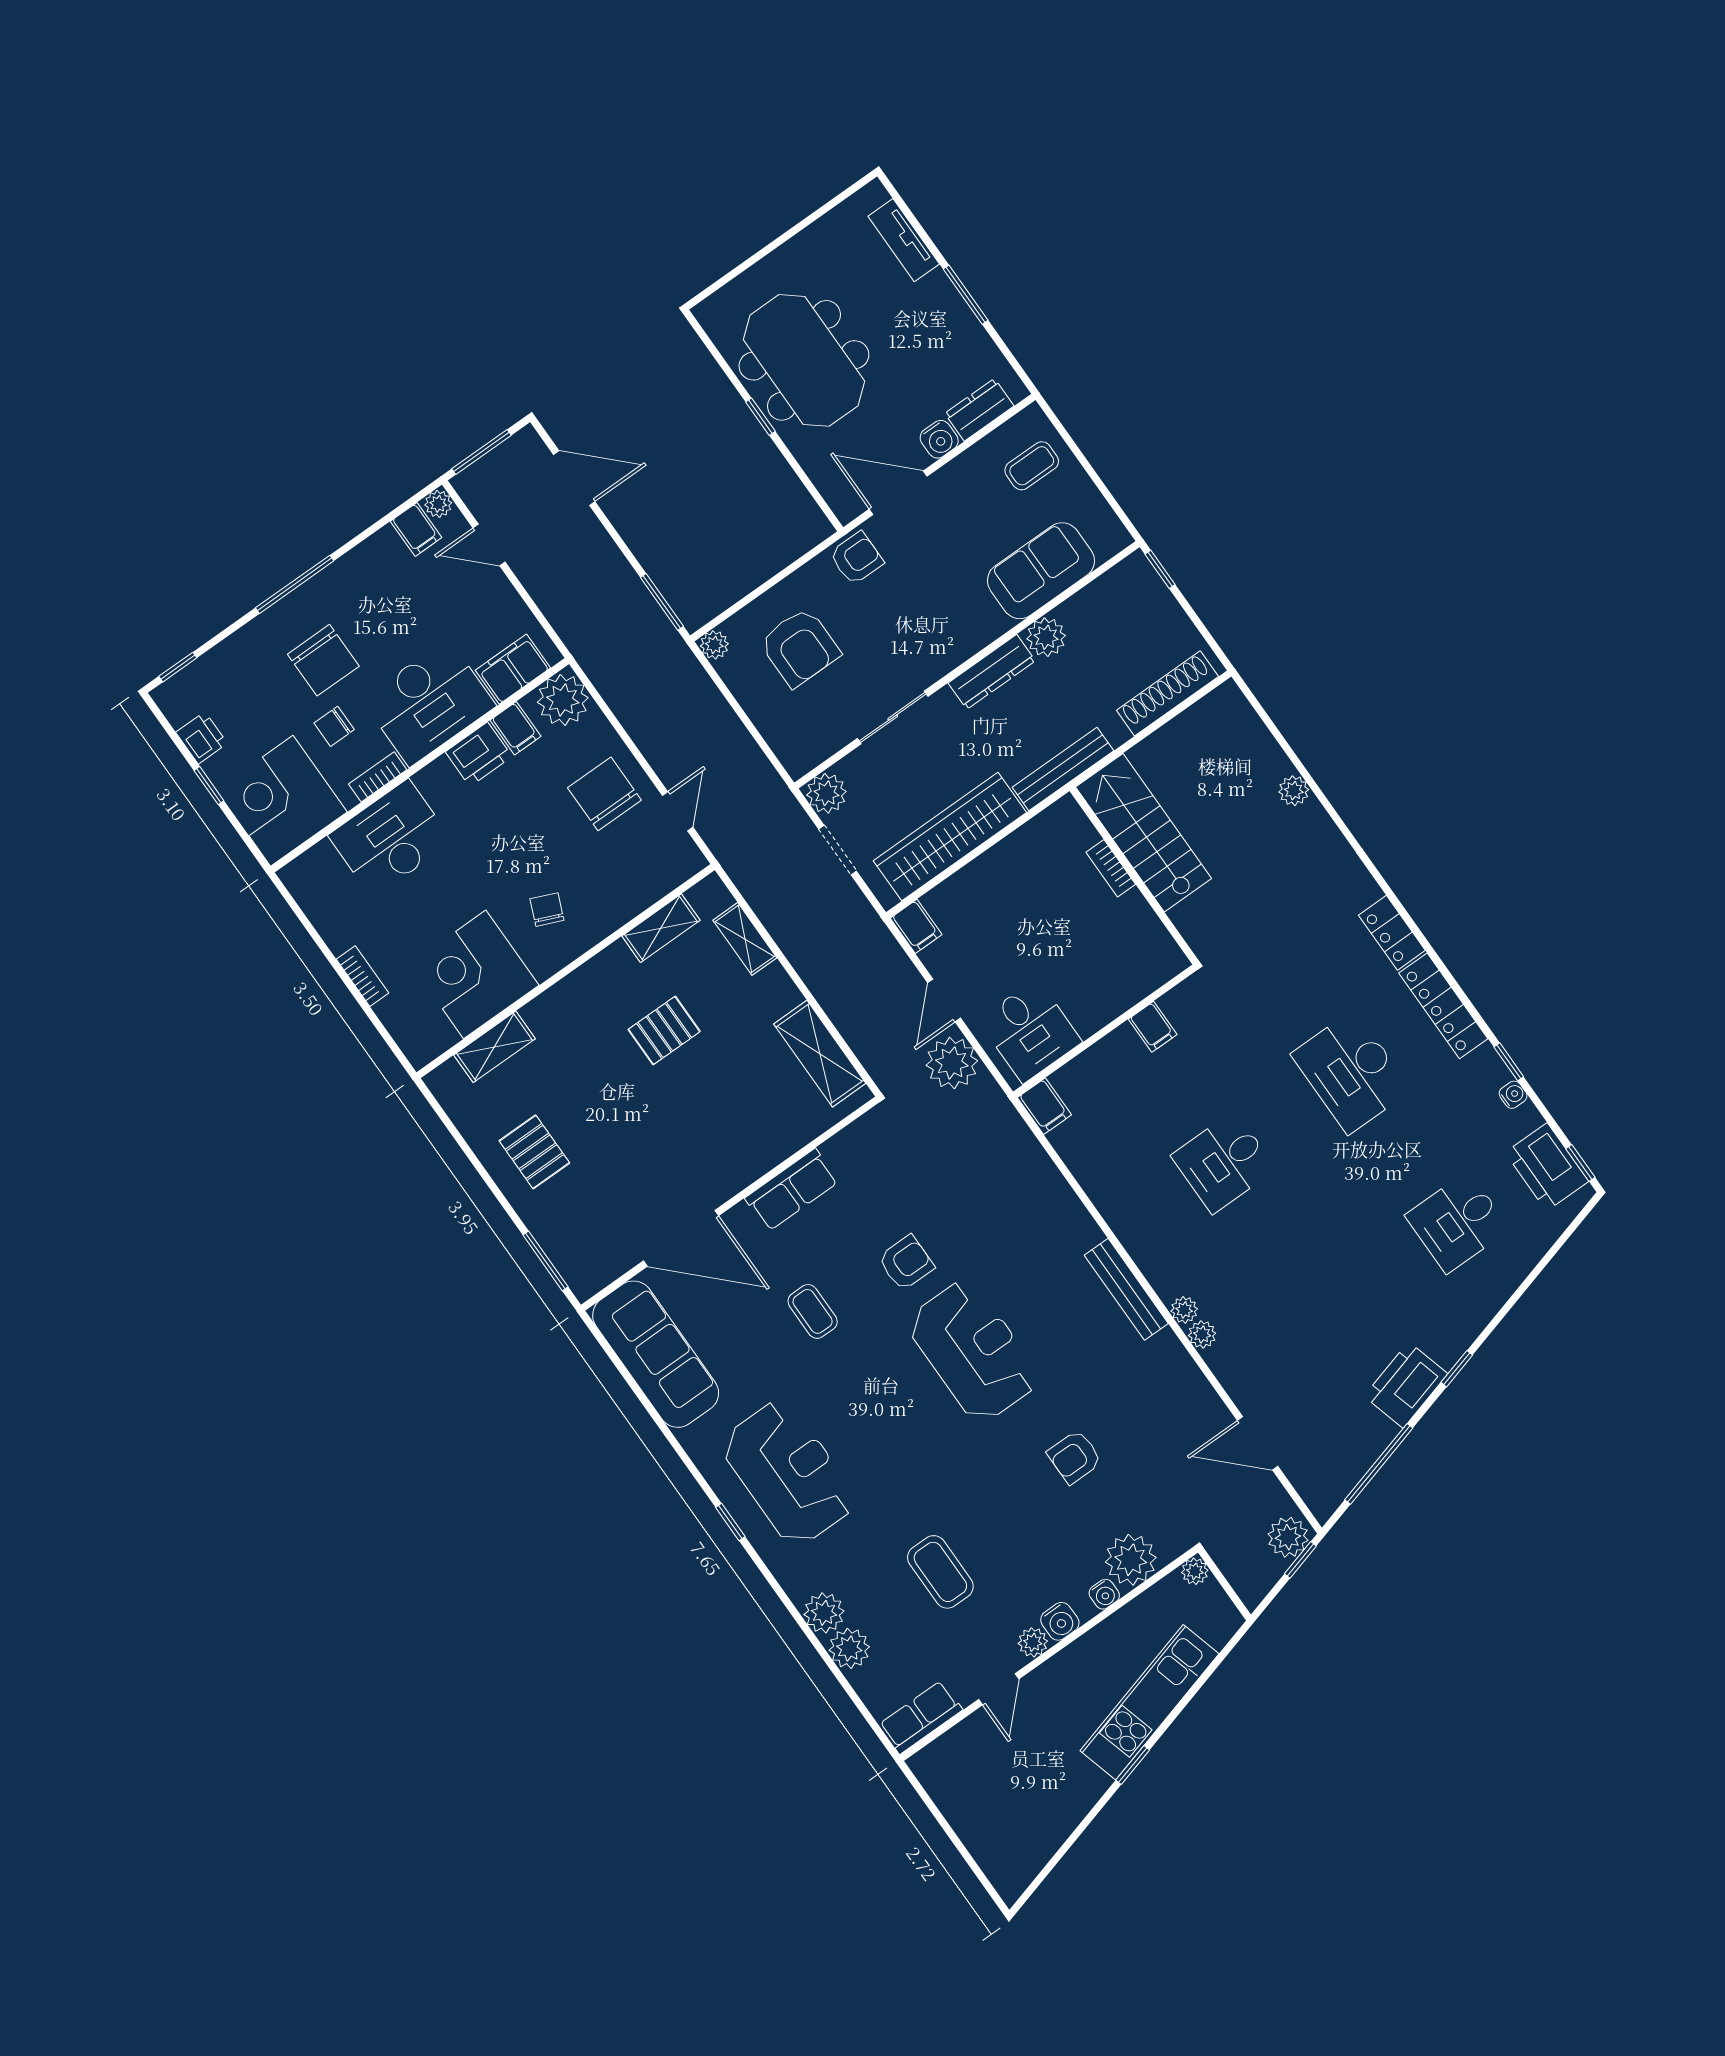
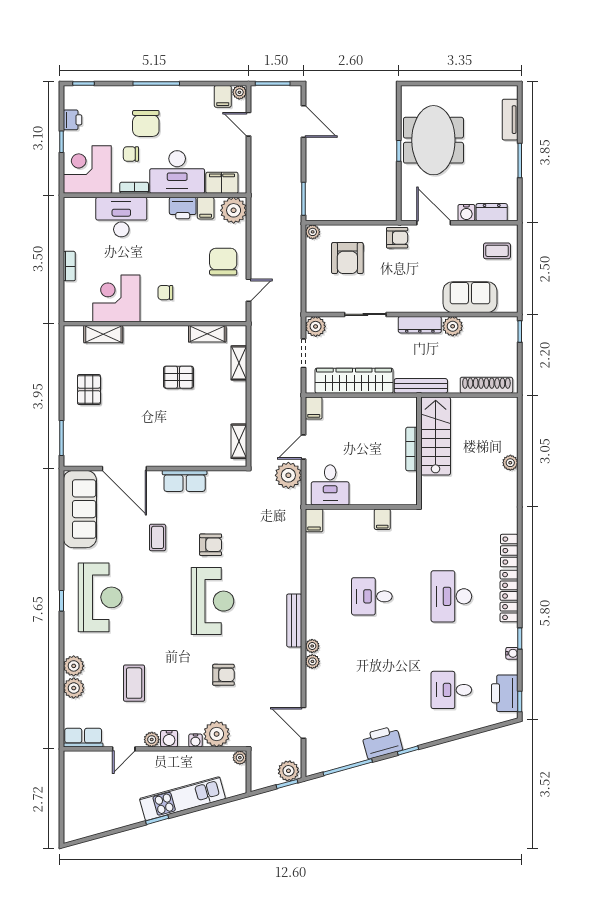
bookcase: (1111, 868) -> (412, 449), width x1.56
chair: (547, 910) -> (165, 293), turned -113
shelving: (820, 1054) -> (239, 441), width x0.67, depth x0.75
armchair: (1075, 1457) -> (224, 675), turned 180

